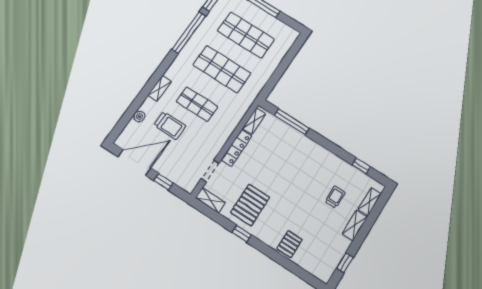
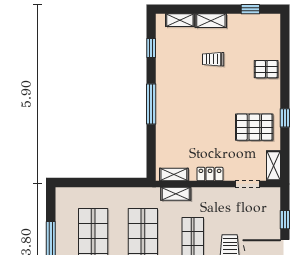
shelving: (239, 113) -> (176, 194), added
window: (292, 122) -> (151, 104), moved
locker: (237, 148) -> (210, 174), width x0.66
trolley: (335, 197) -> (213, 59), moved

